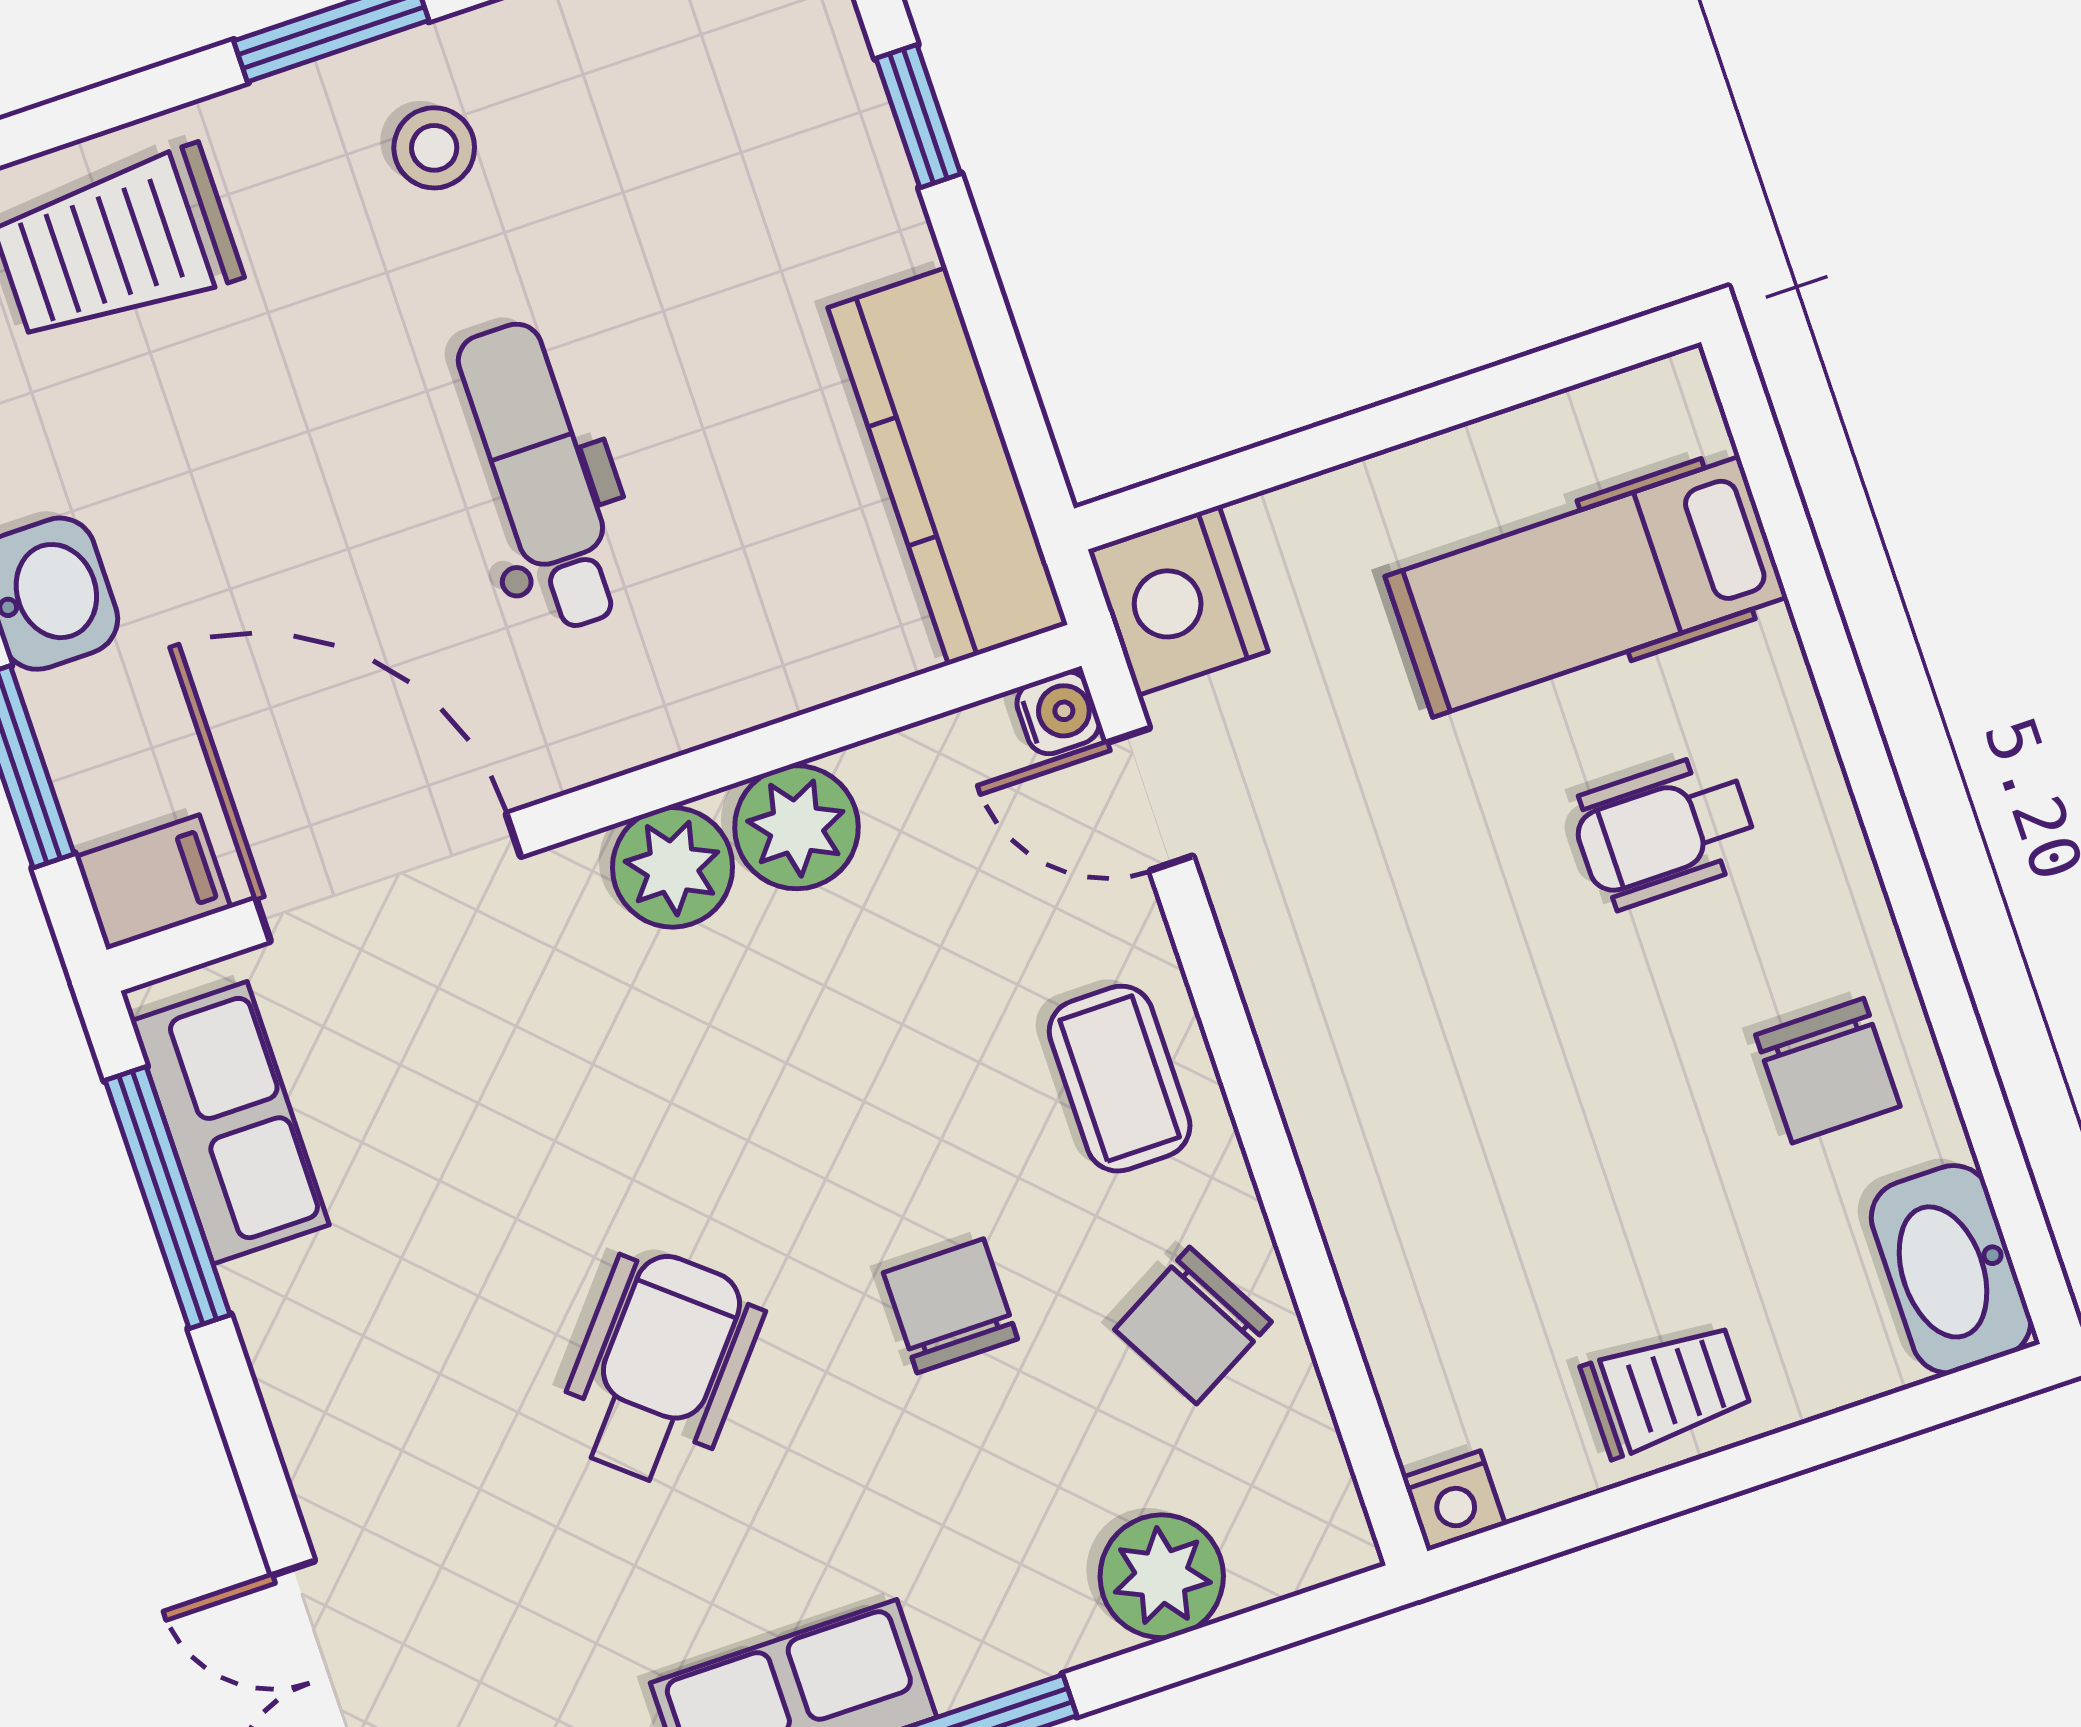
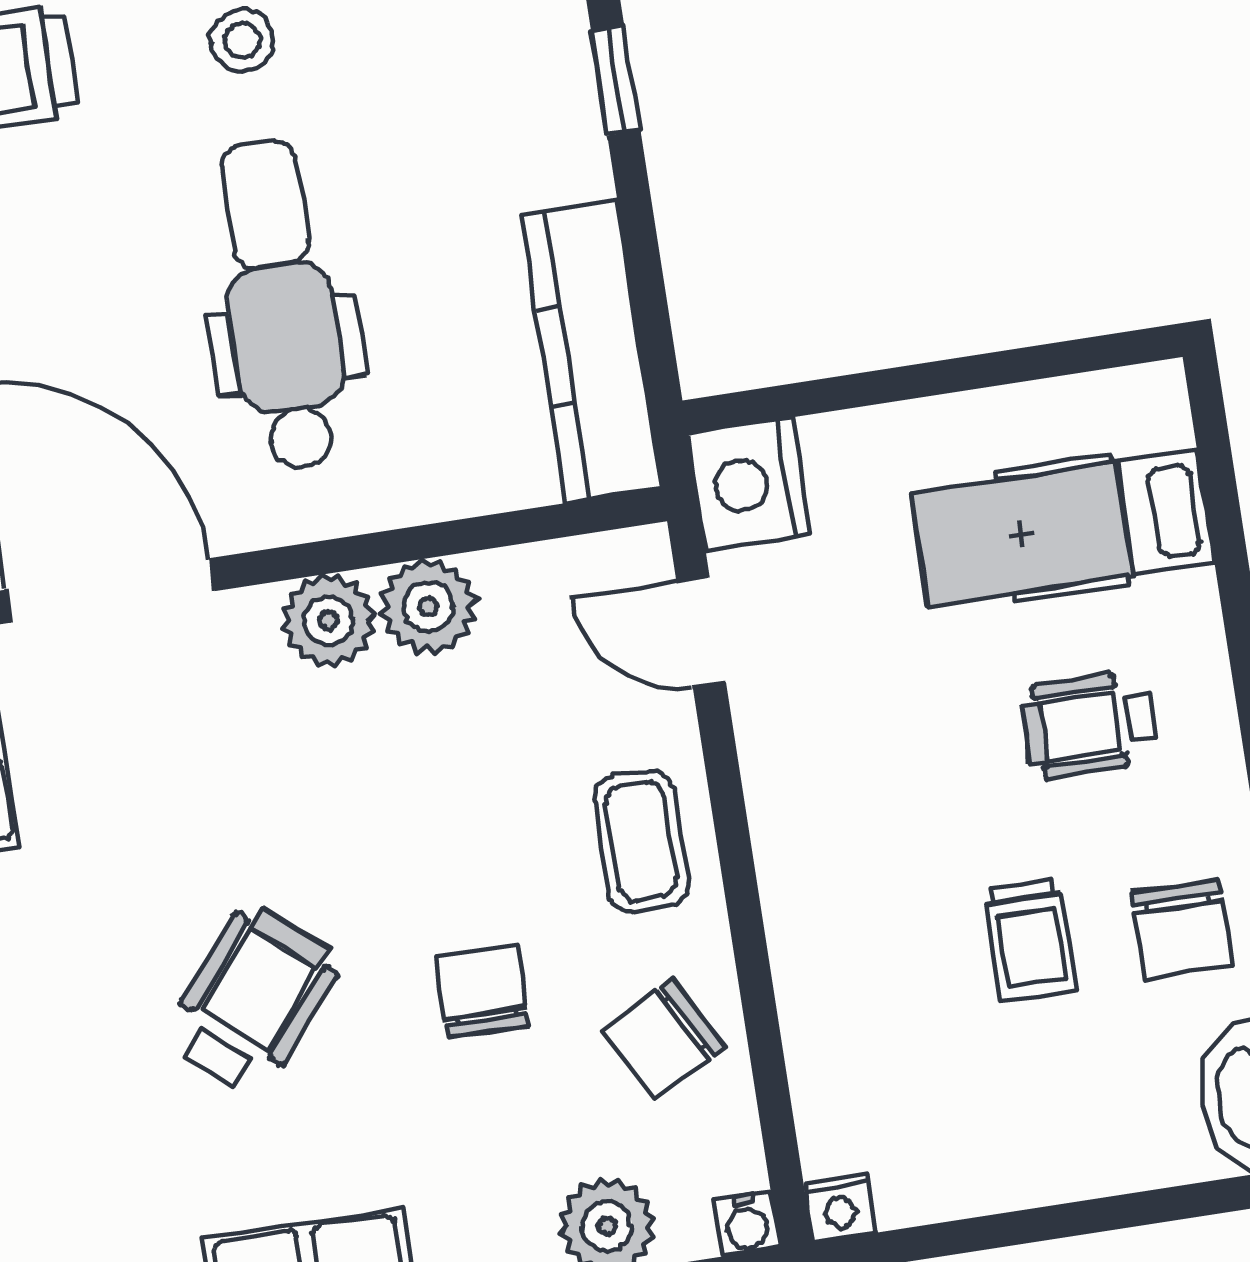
dental chair: (541, 476) -> (280, 305), width x1.36, depth x1.38
water cooler: (1058, 713) -> (747, 1224), moved, turned 90
trolley: (1666, 1389) -> (1030, 940), moved, turned 90

